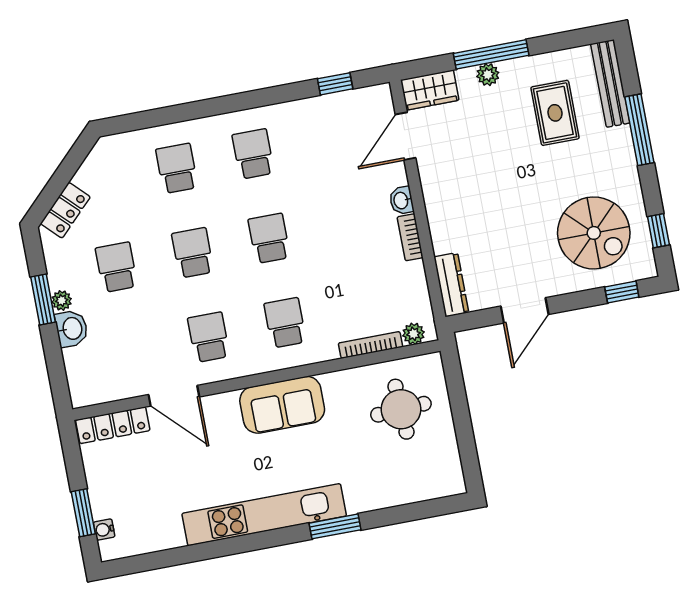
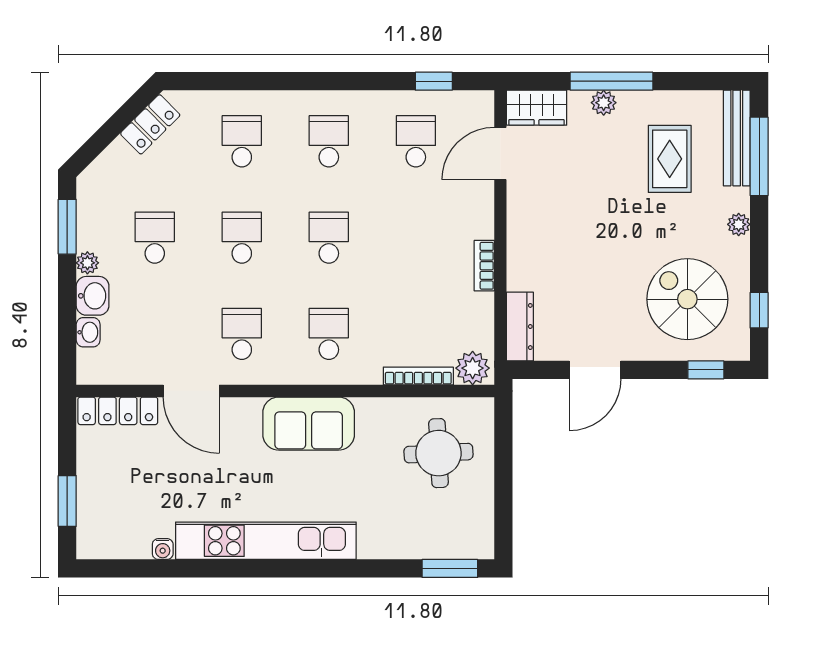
window: (639, 130) -> (759, 156), moved
school desk: (329, 140) -> (416, 141), added
plant: (626, 159) -> (739, 224), added
washbasin: (401, 200) -> (88, 332), moved, turned 180
locker: (65, 210) -> (150, 124), moved
spiral stairs: (594, 233) -> (687, 299), turned 180
window: (43, 300) -> (67, 227), moved
plant: (414, 334) -> (473, 368), width x1.38, depth x1.38
window: (335, 526) -> (450, 568), moved
water cooler: (104, 530) -> (163, 549), moved, turned -90

